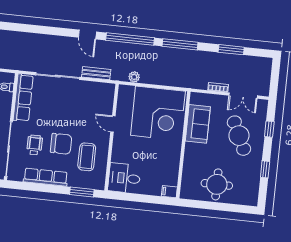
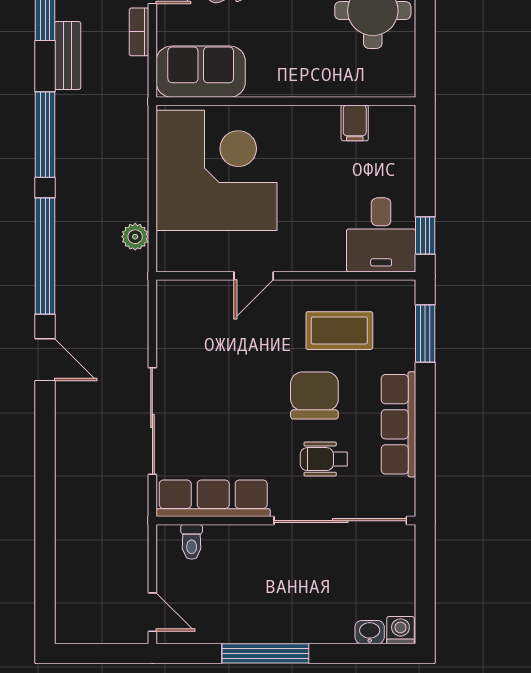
door: (87, 35) -> (45, 360), hinge flipped
bench: (96, 73) -> (68, 56), moved
sofa: (198, 124) -> (201, 72), moved
filing cabinet: (169, 192) -> (355, 123), moved
window: (122, 196) -> (425, 236), added

